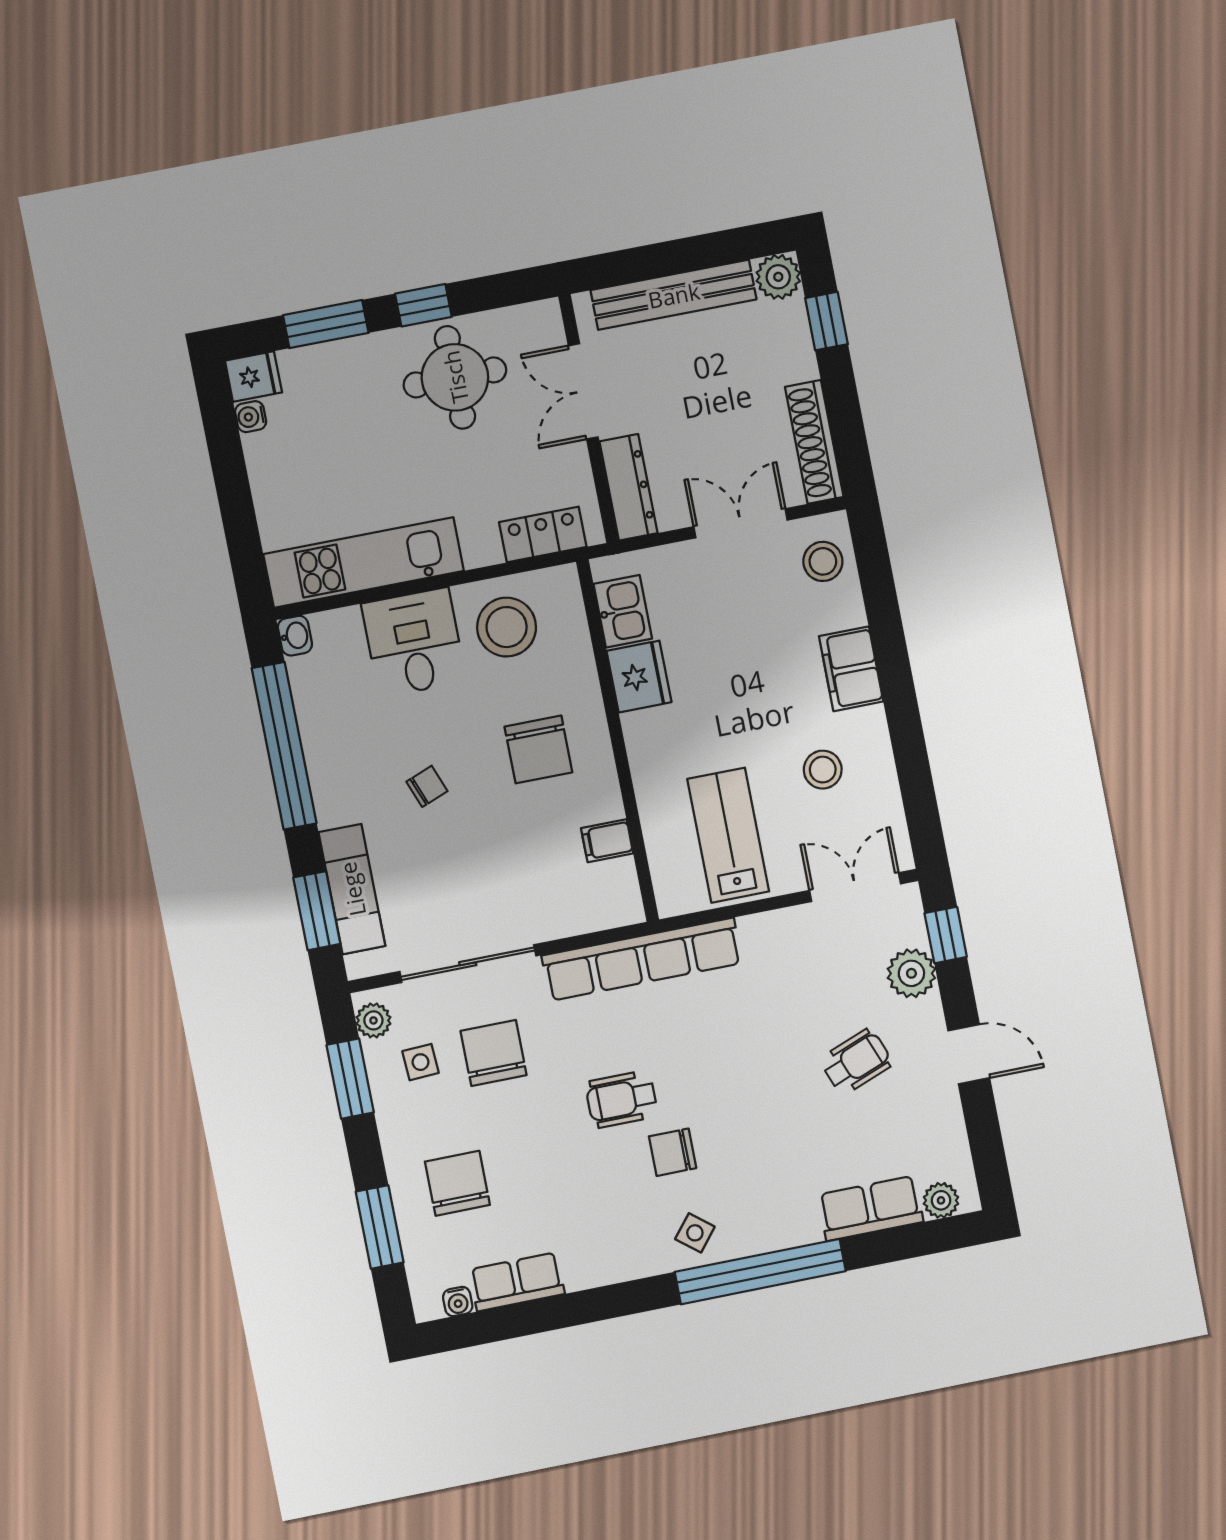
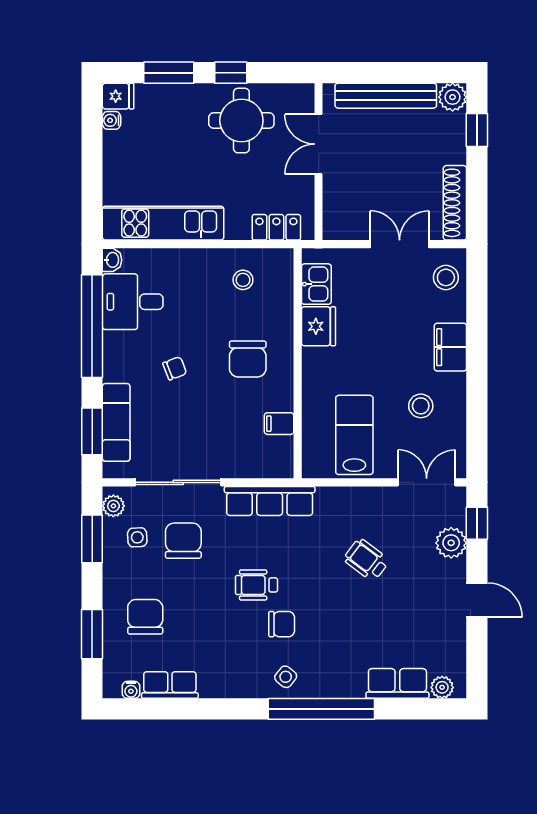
dresser: (628, 487) -> (335, 209), removed
stool: (507, 627) -> (243, 280), width x0.53, depth x0.53
desk: (414, 642) -> (133, 302), moved, turned -90
row of seats: (642, 959) -> (270, 501), width x0.73
wheelchair: (856, 1062) -> (366, 560), moved, turned -122
chair: (673, 1152) -> (282, 624), turned 180

